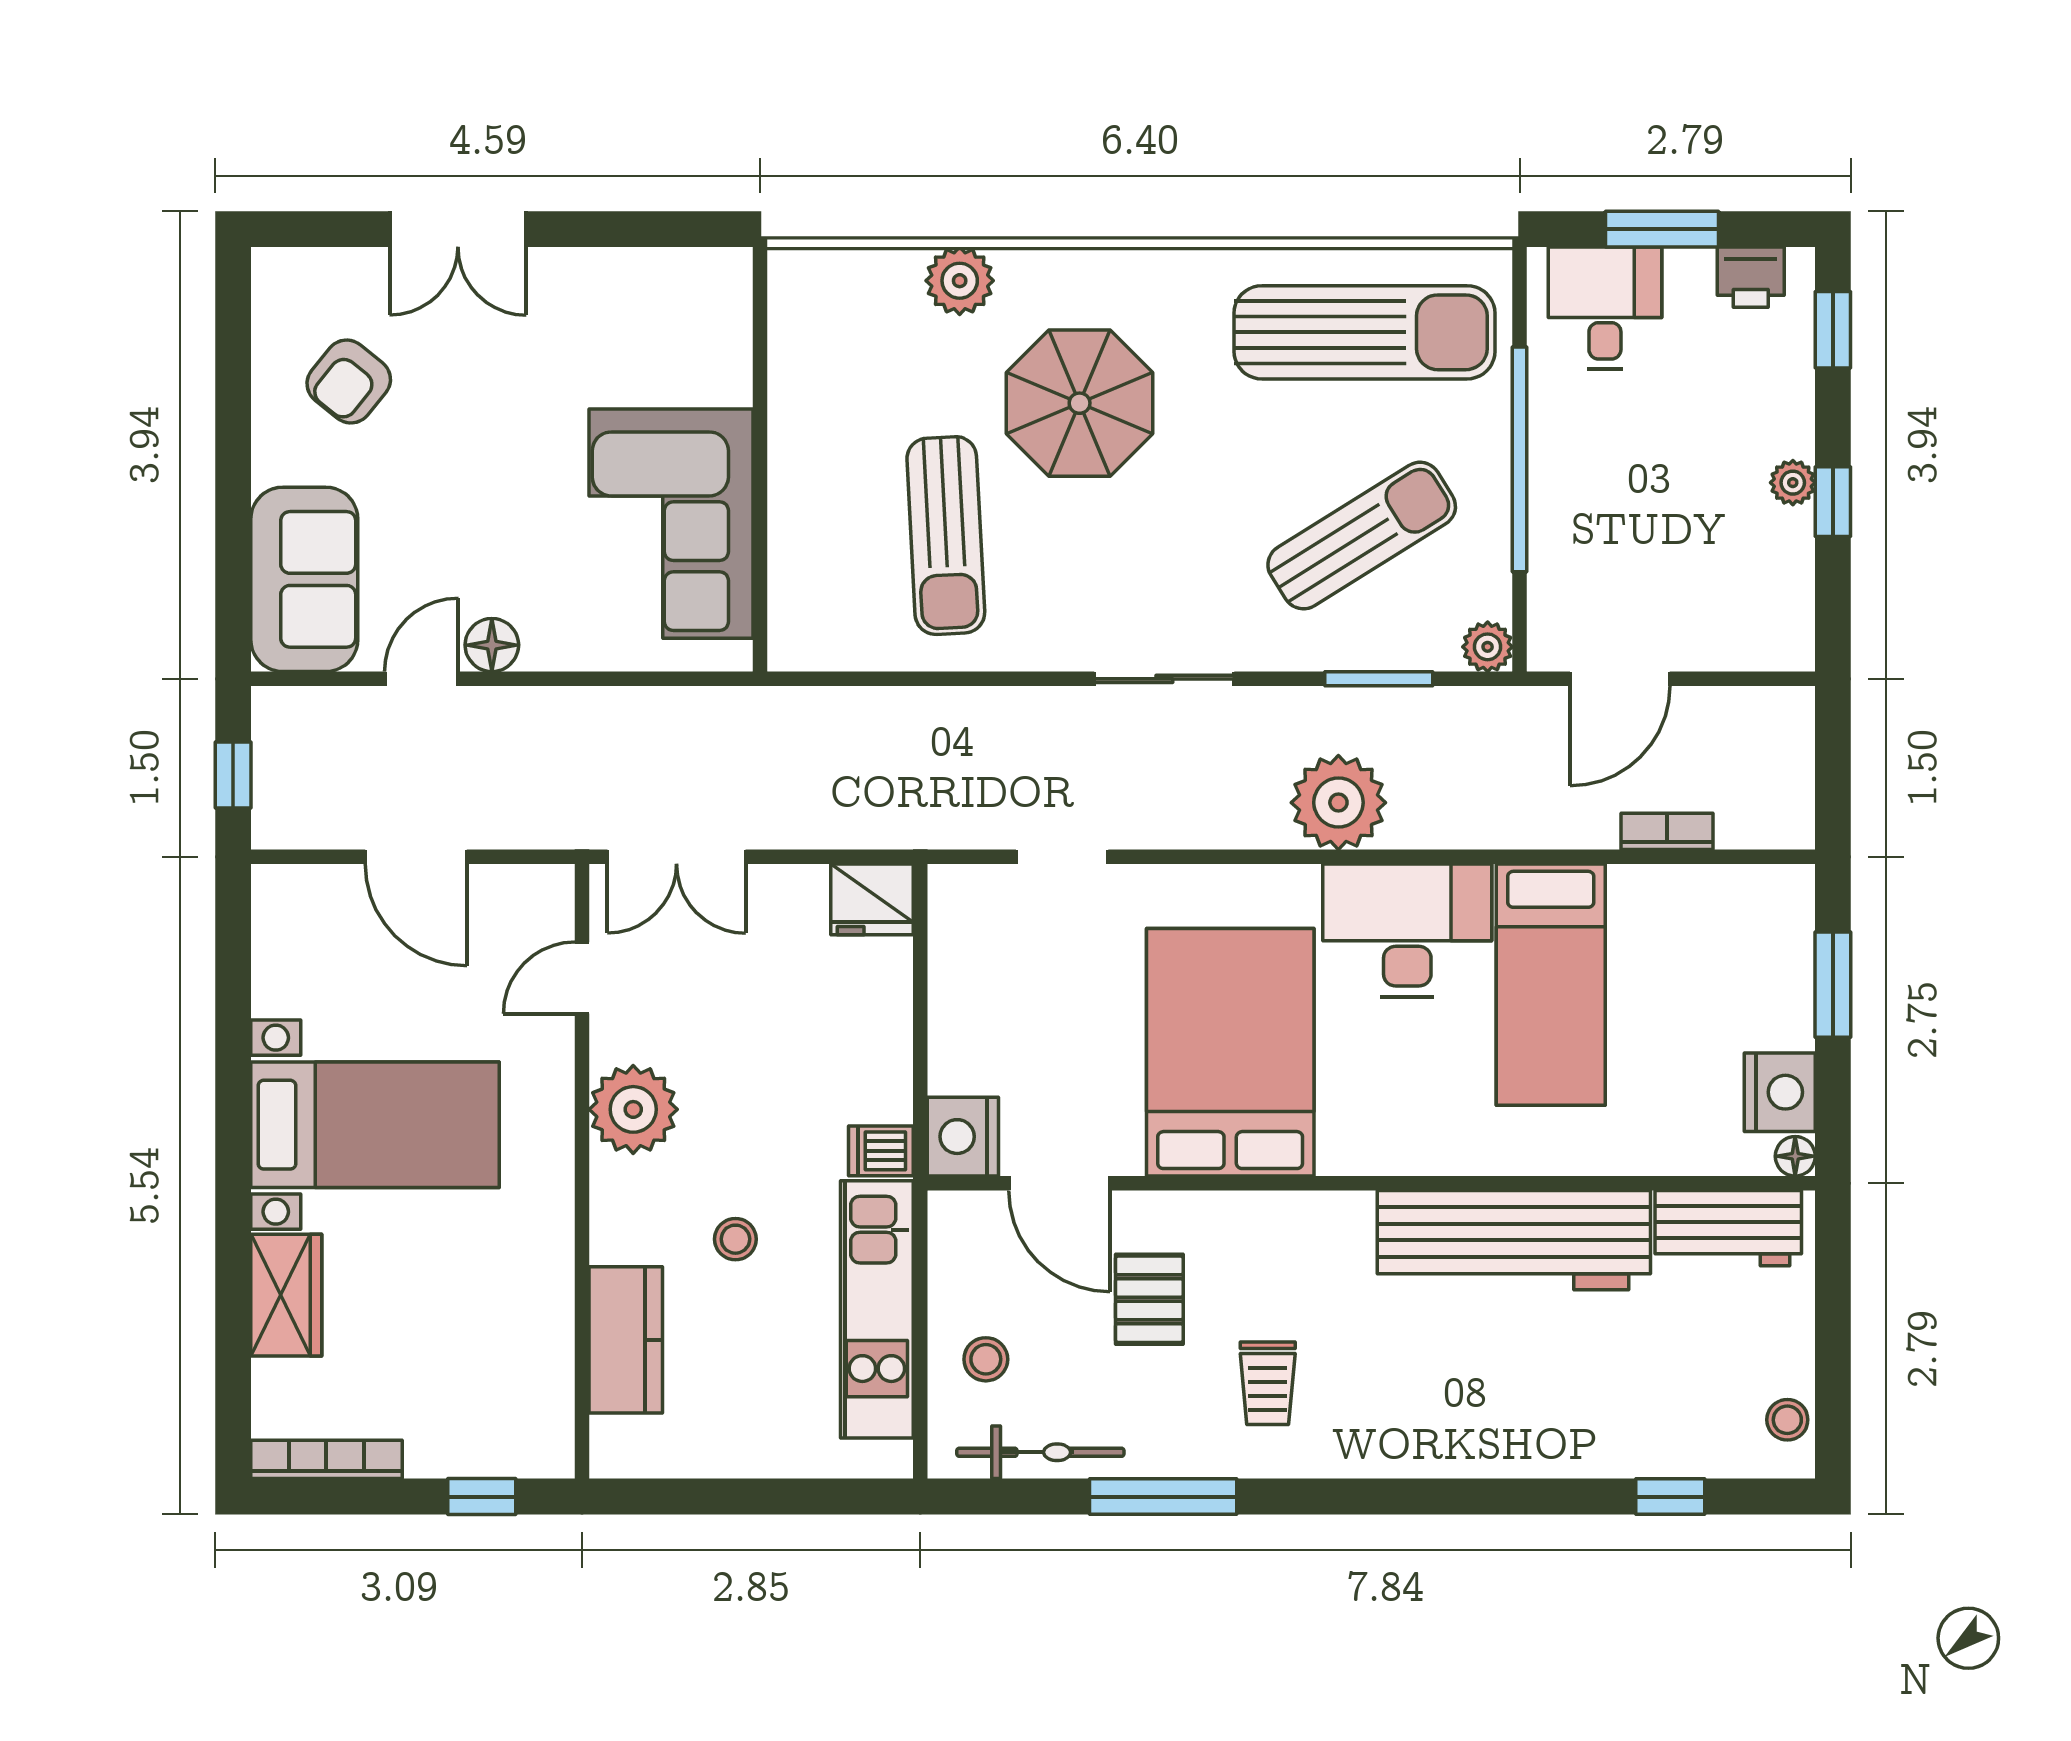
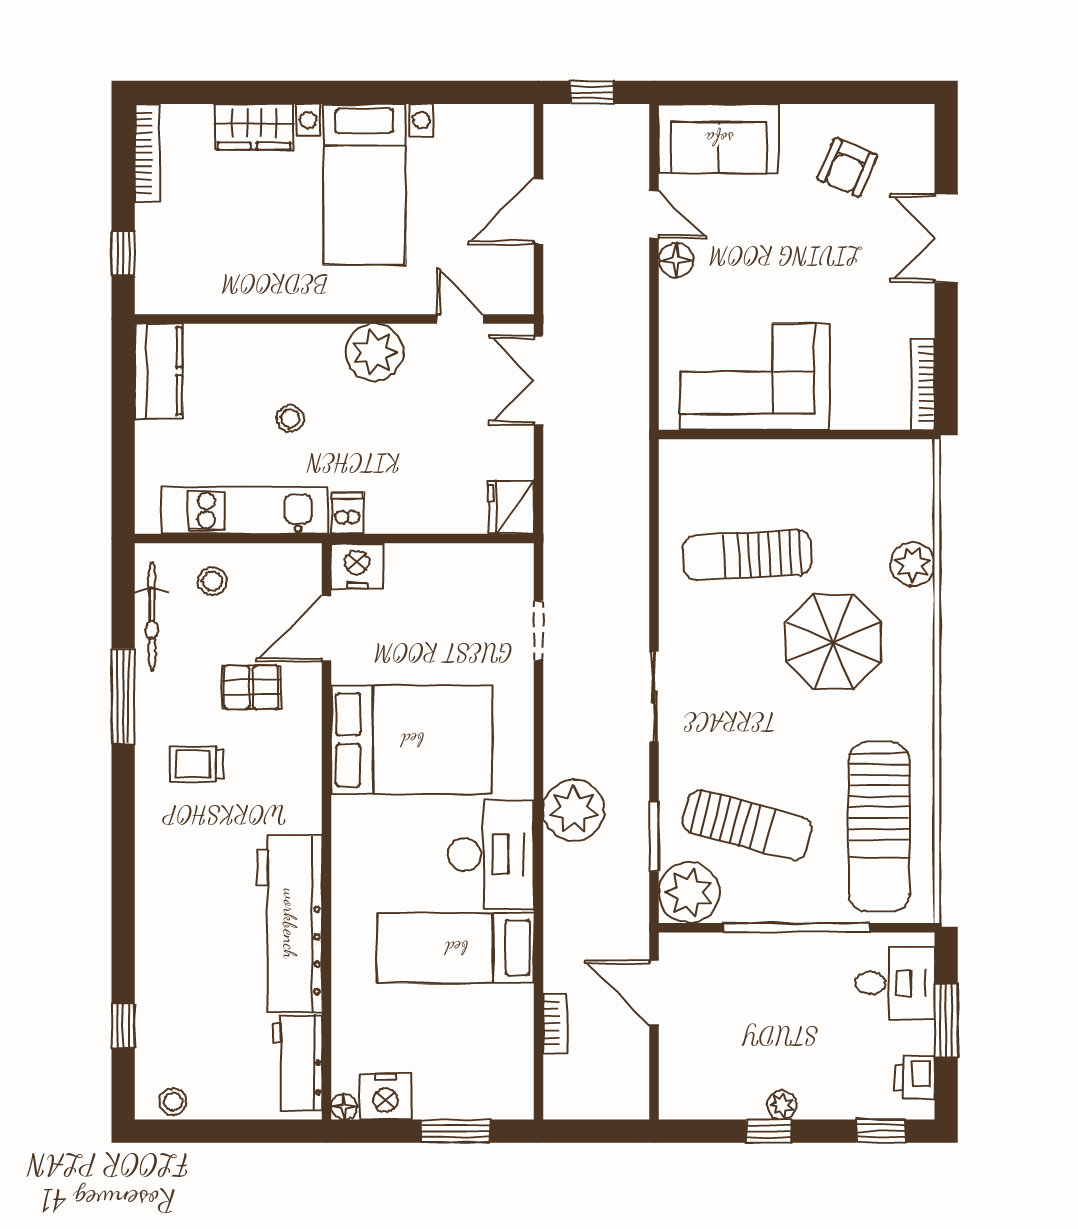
bookcase: (683, 265) -> (923, 384), added
armchair: (349, 381) -> (847, 167), turned -106
sun lounger: (1362, 536) -> (747, 825), turned -43
plant: (1488, 647) -> (689, 893), width x1.88, depth x1.88
kitchen counter: (626, 1340) -> (158, 371), moved, turned -90

